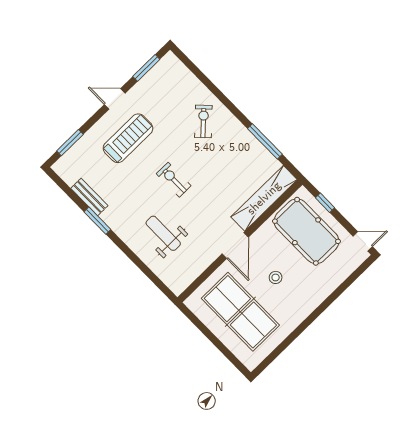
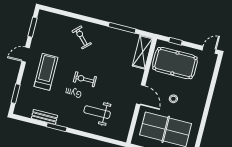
shelving: (264, 198) -> (143, 52), width x0.68

